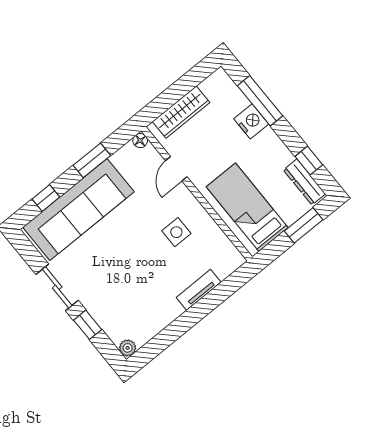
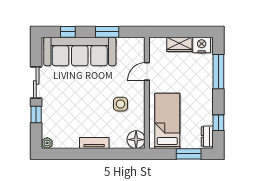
wardrobe: (181, 112) -> (179, 44), width x0.67
nightstand: (251, 121) -> (202, 45), moved, turned -90
floor lamp: (140, 141) -> (136, 140), moved, width x1.89, depth x1.89
dresser: (304, 182) -> (207, 136), width x0.70
tv unit: (199, 290) -> (94, 143), moved

